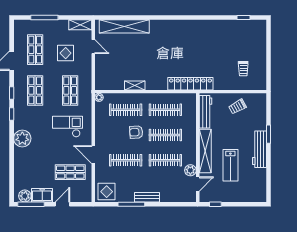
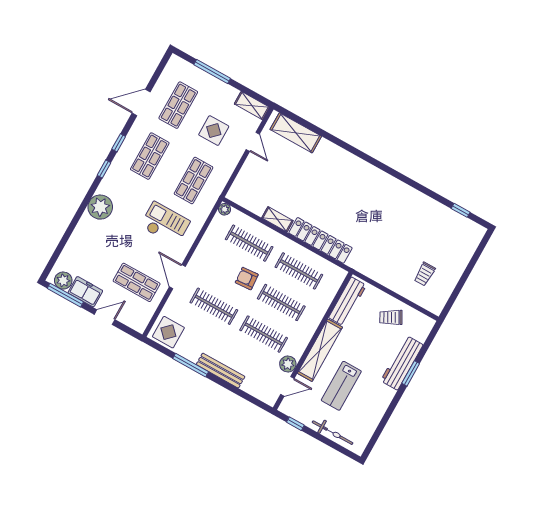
shelving: (124, 26) -> (296, 133), width x0.68
locker: (190, 84) -> (320, 240), moved
workbench: (260, 149) -> (402, 363), moved
bench: (147, 197) -> (221, 371), width x1.36
bicycle: (241, 197) -> (333, 433), added

